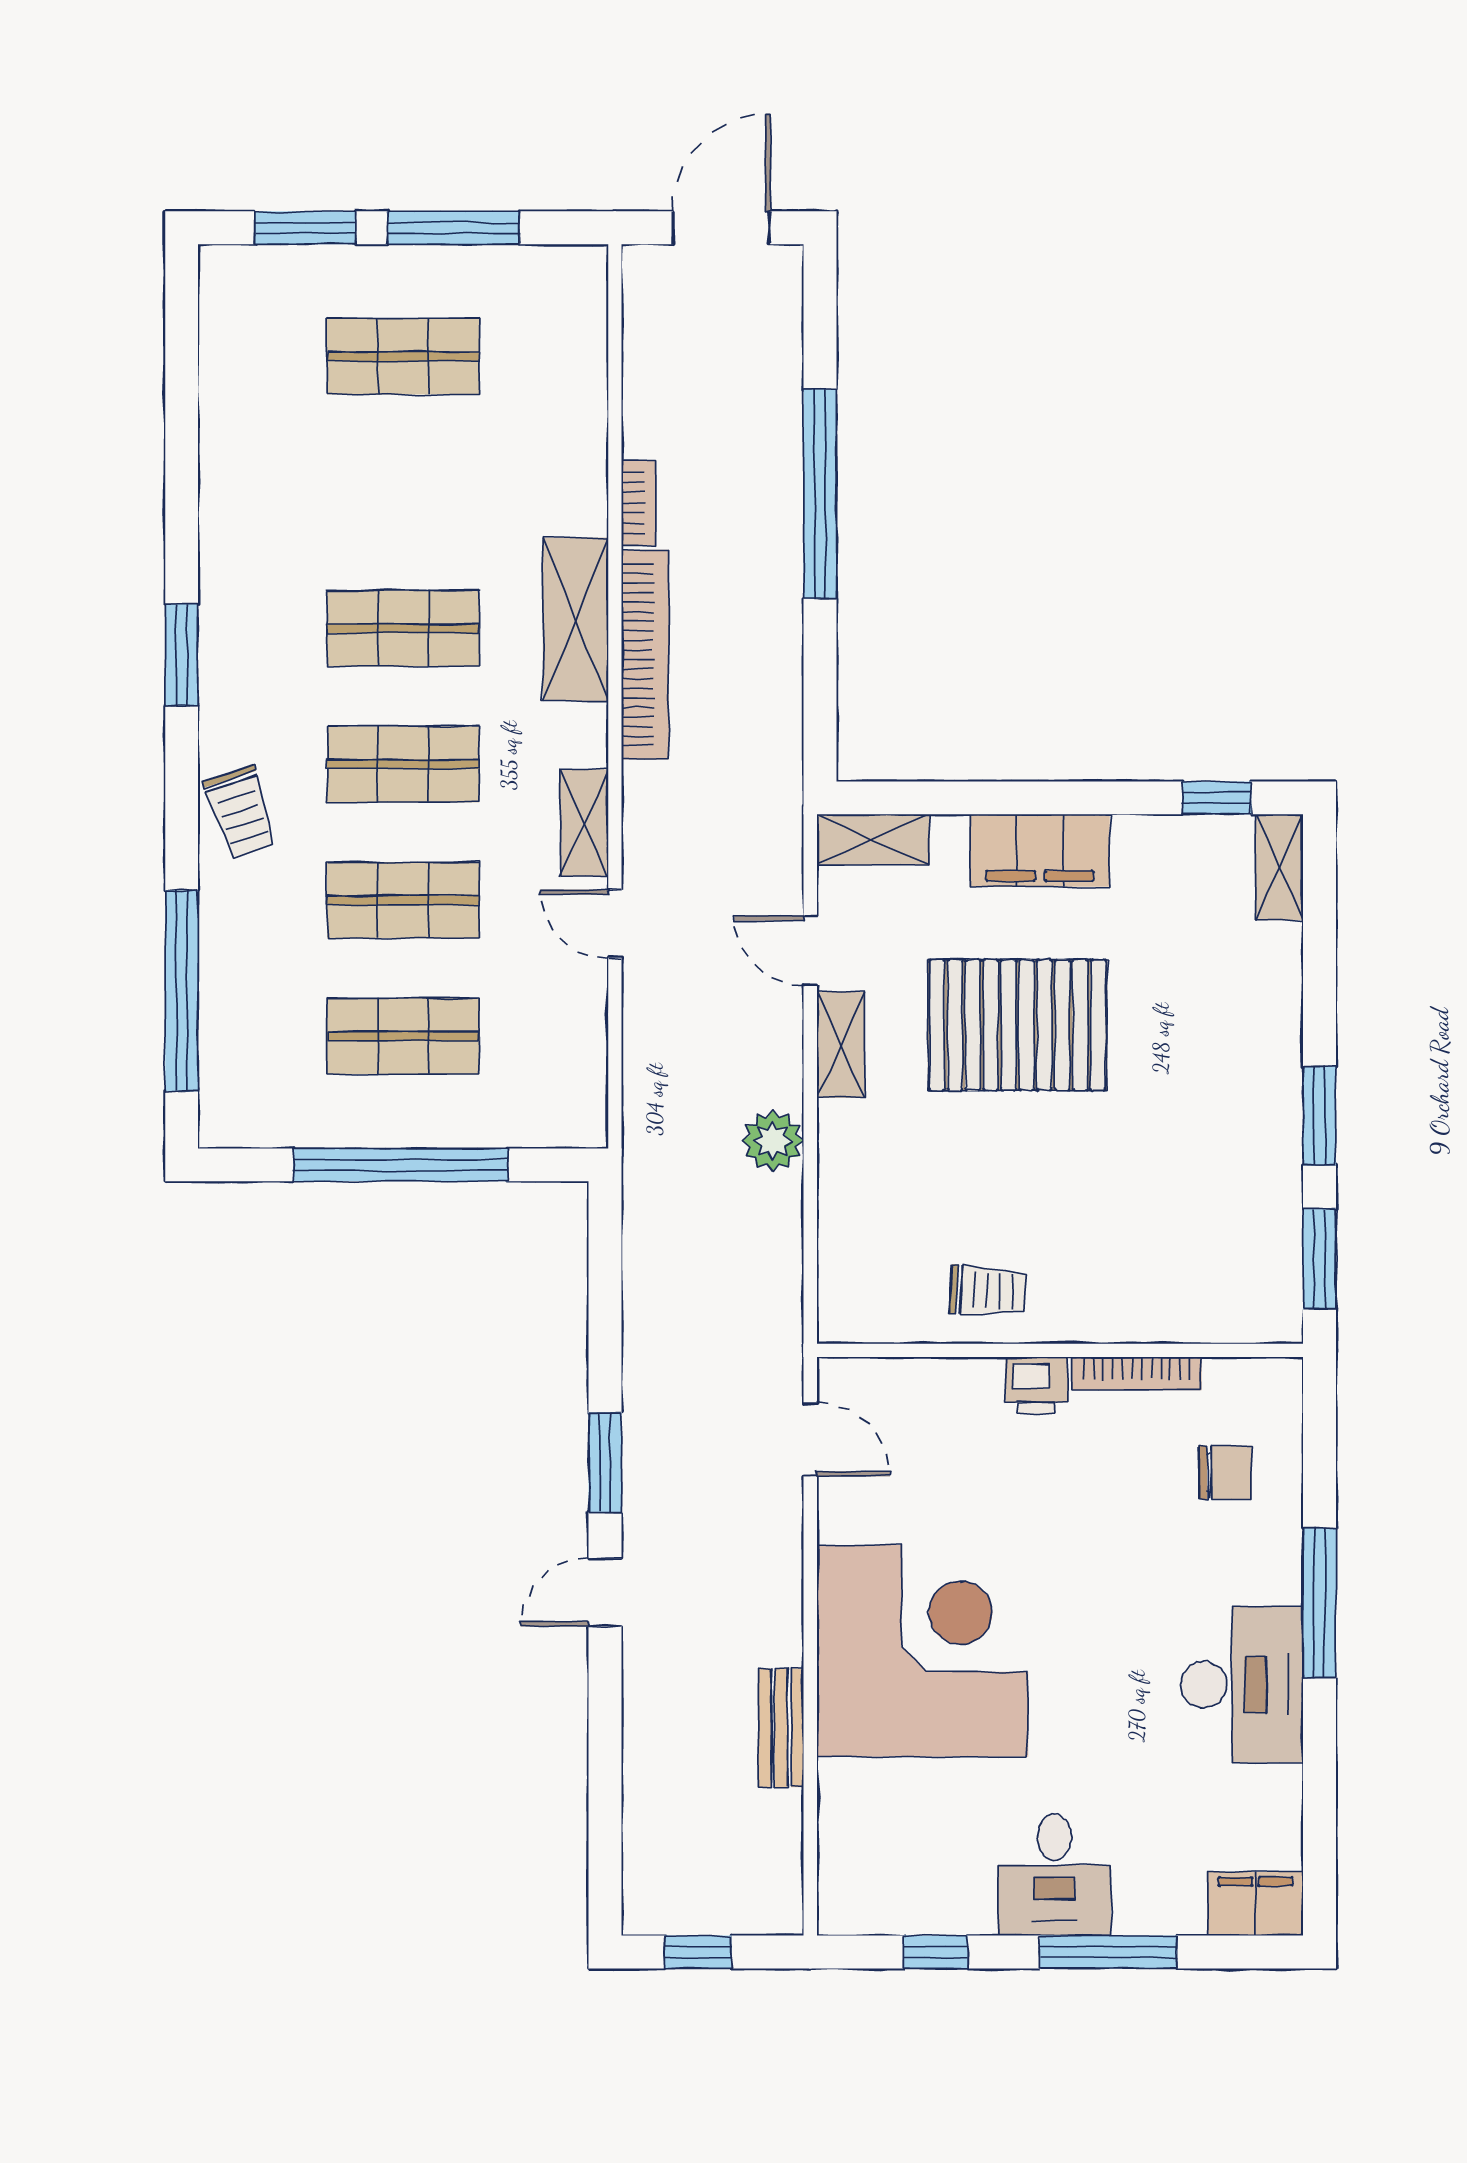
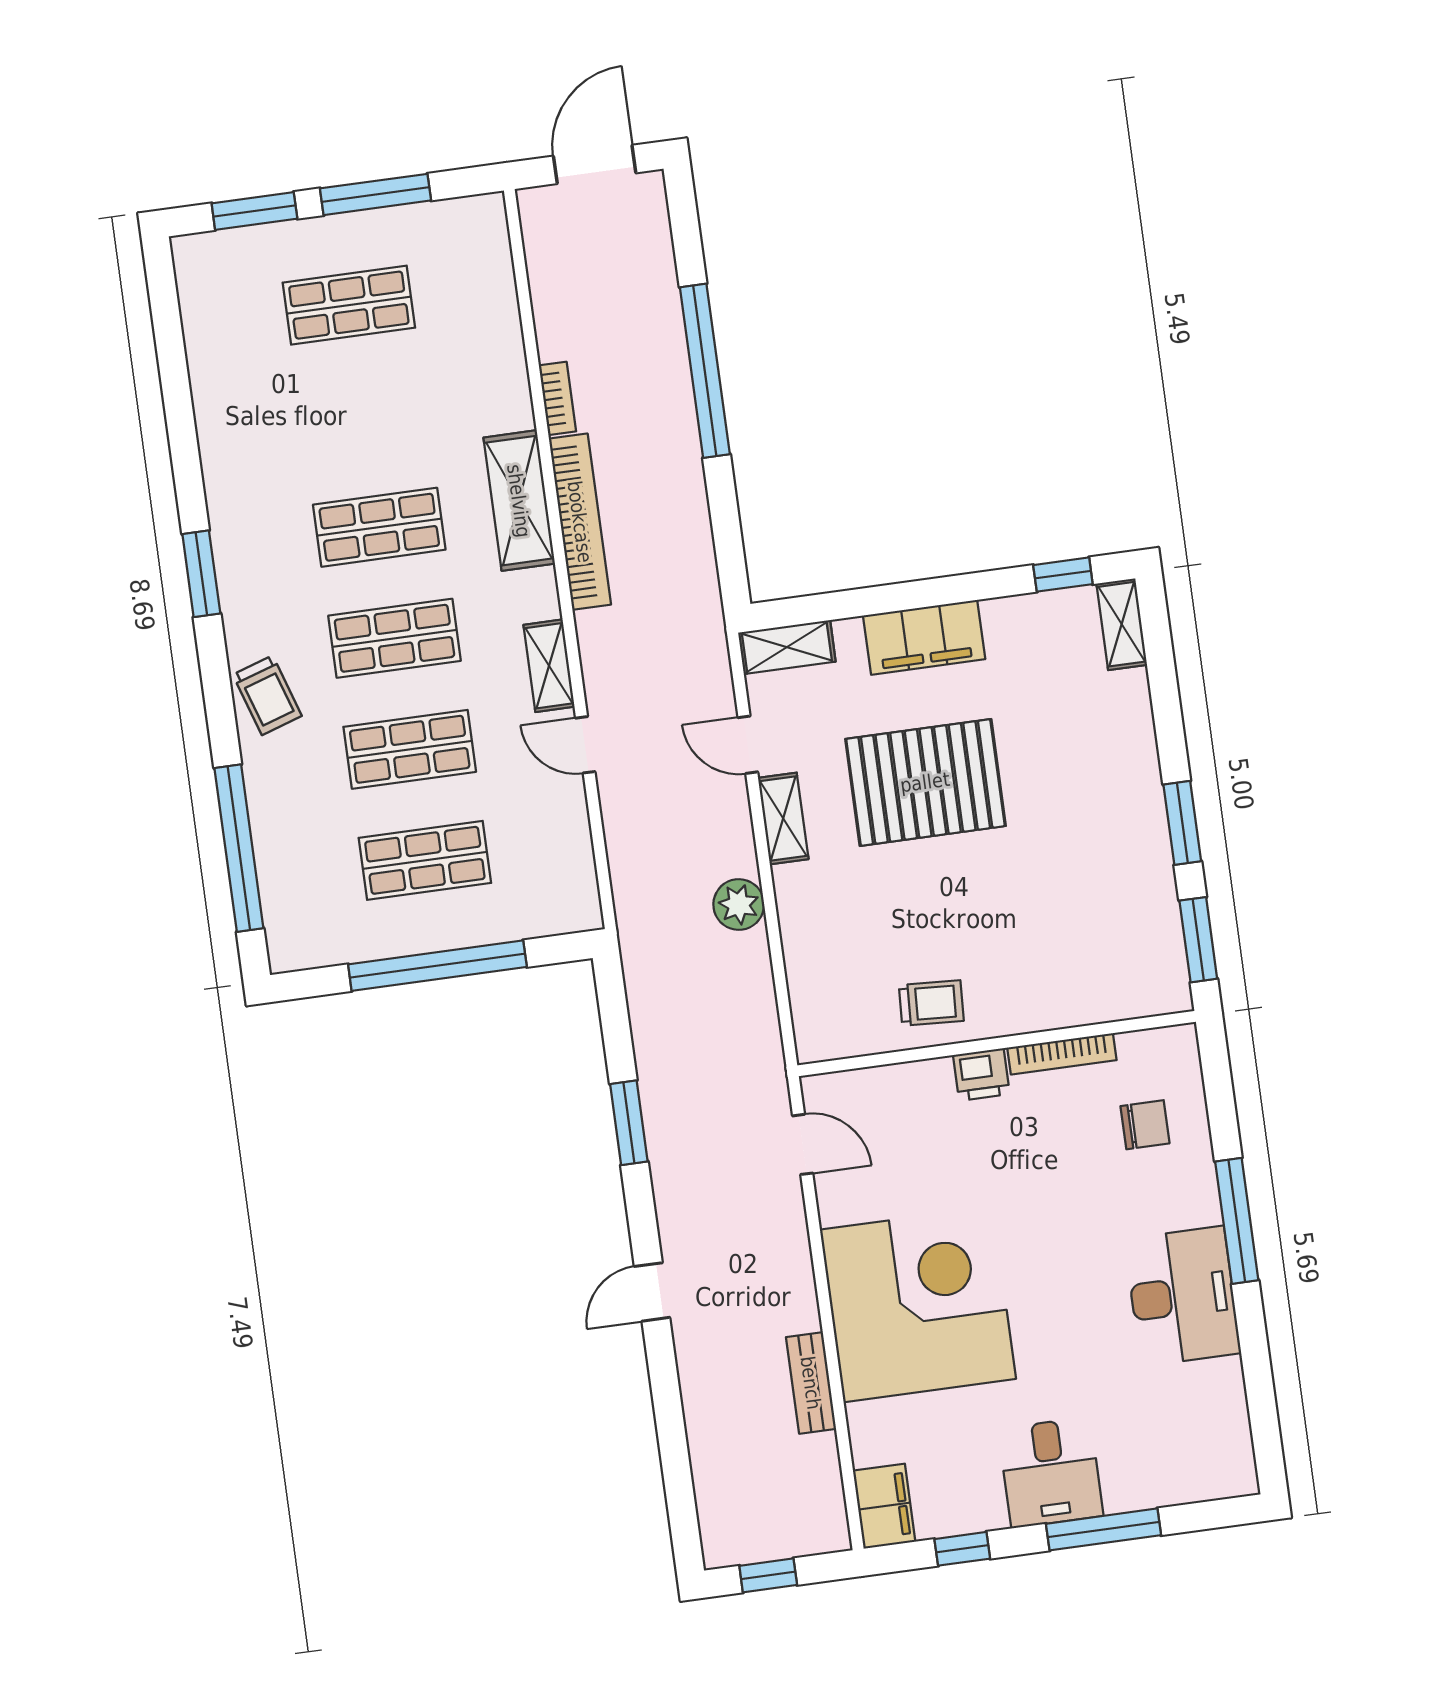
window: (605, 1463) -> (629, 1123), moved
filing cabinet: (1255, 1904) -> (884, 1506), moved, turned 90

